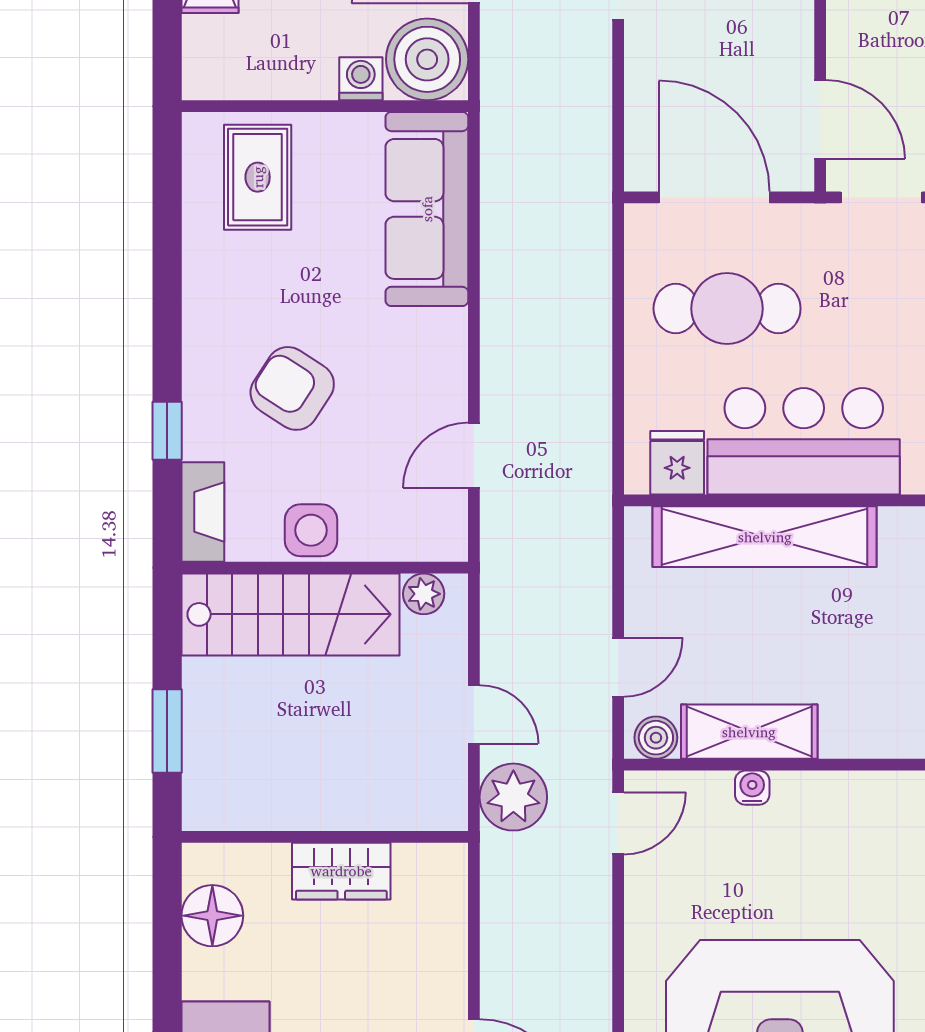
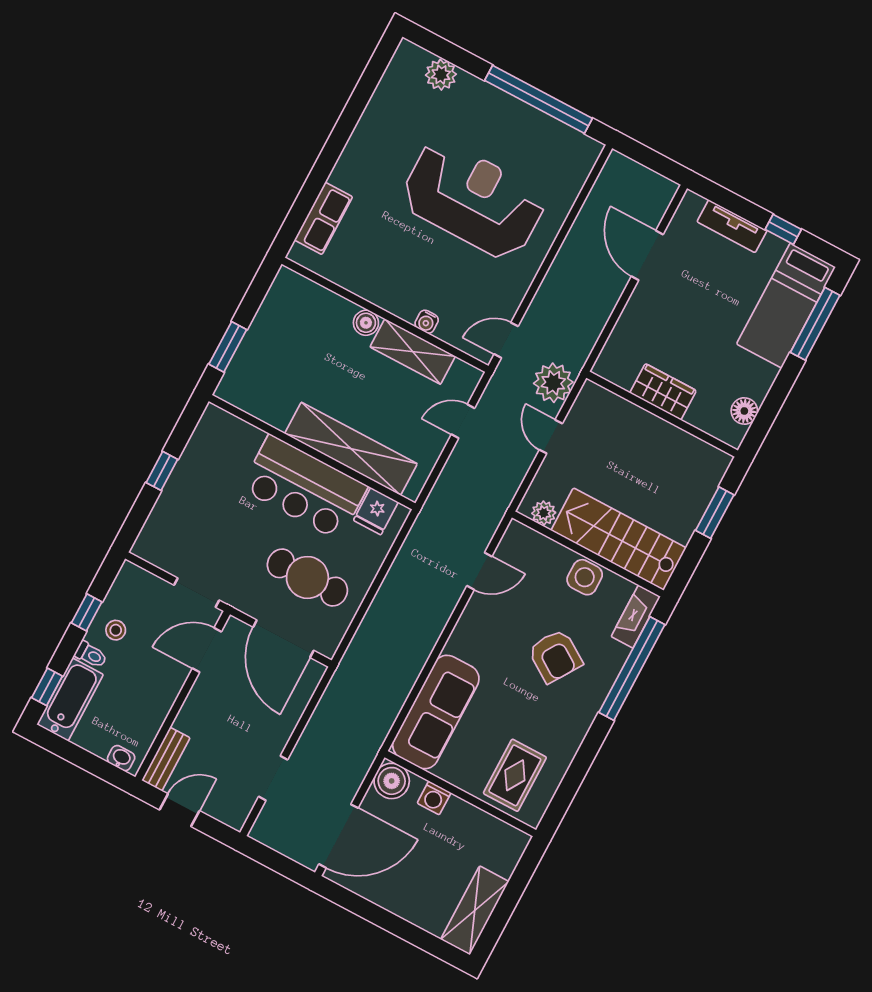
boiler: (427, 59) -> (392, 781), width x0.73, depth x0.73
door: (820, 119) -> (207, 650), hinge flipped
window: (167, 431) -> (632, 669), width x3.17
boiler: (656, 738) -> (366, 323), moved
floor lamp: (212, 916) -> (744, 411), width x0.73, depth x0.73

